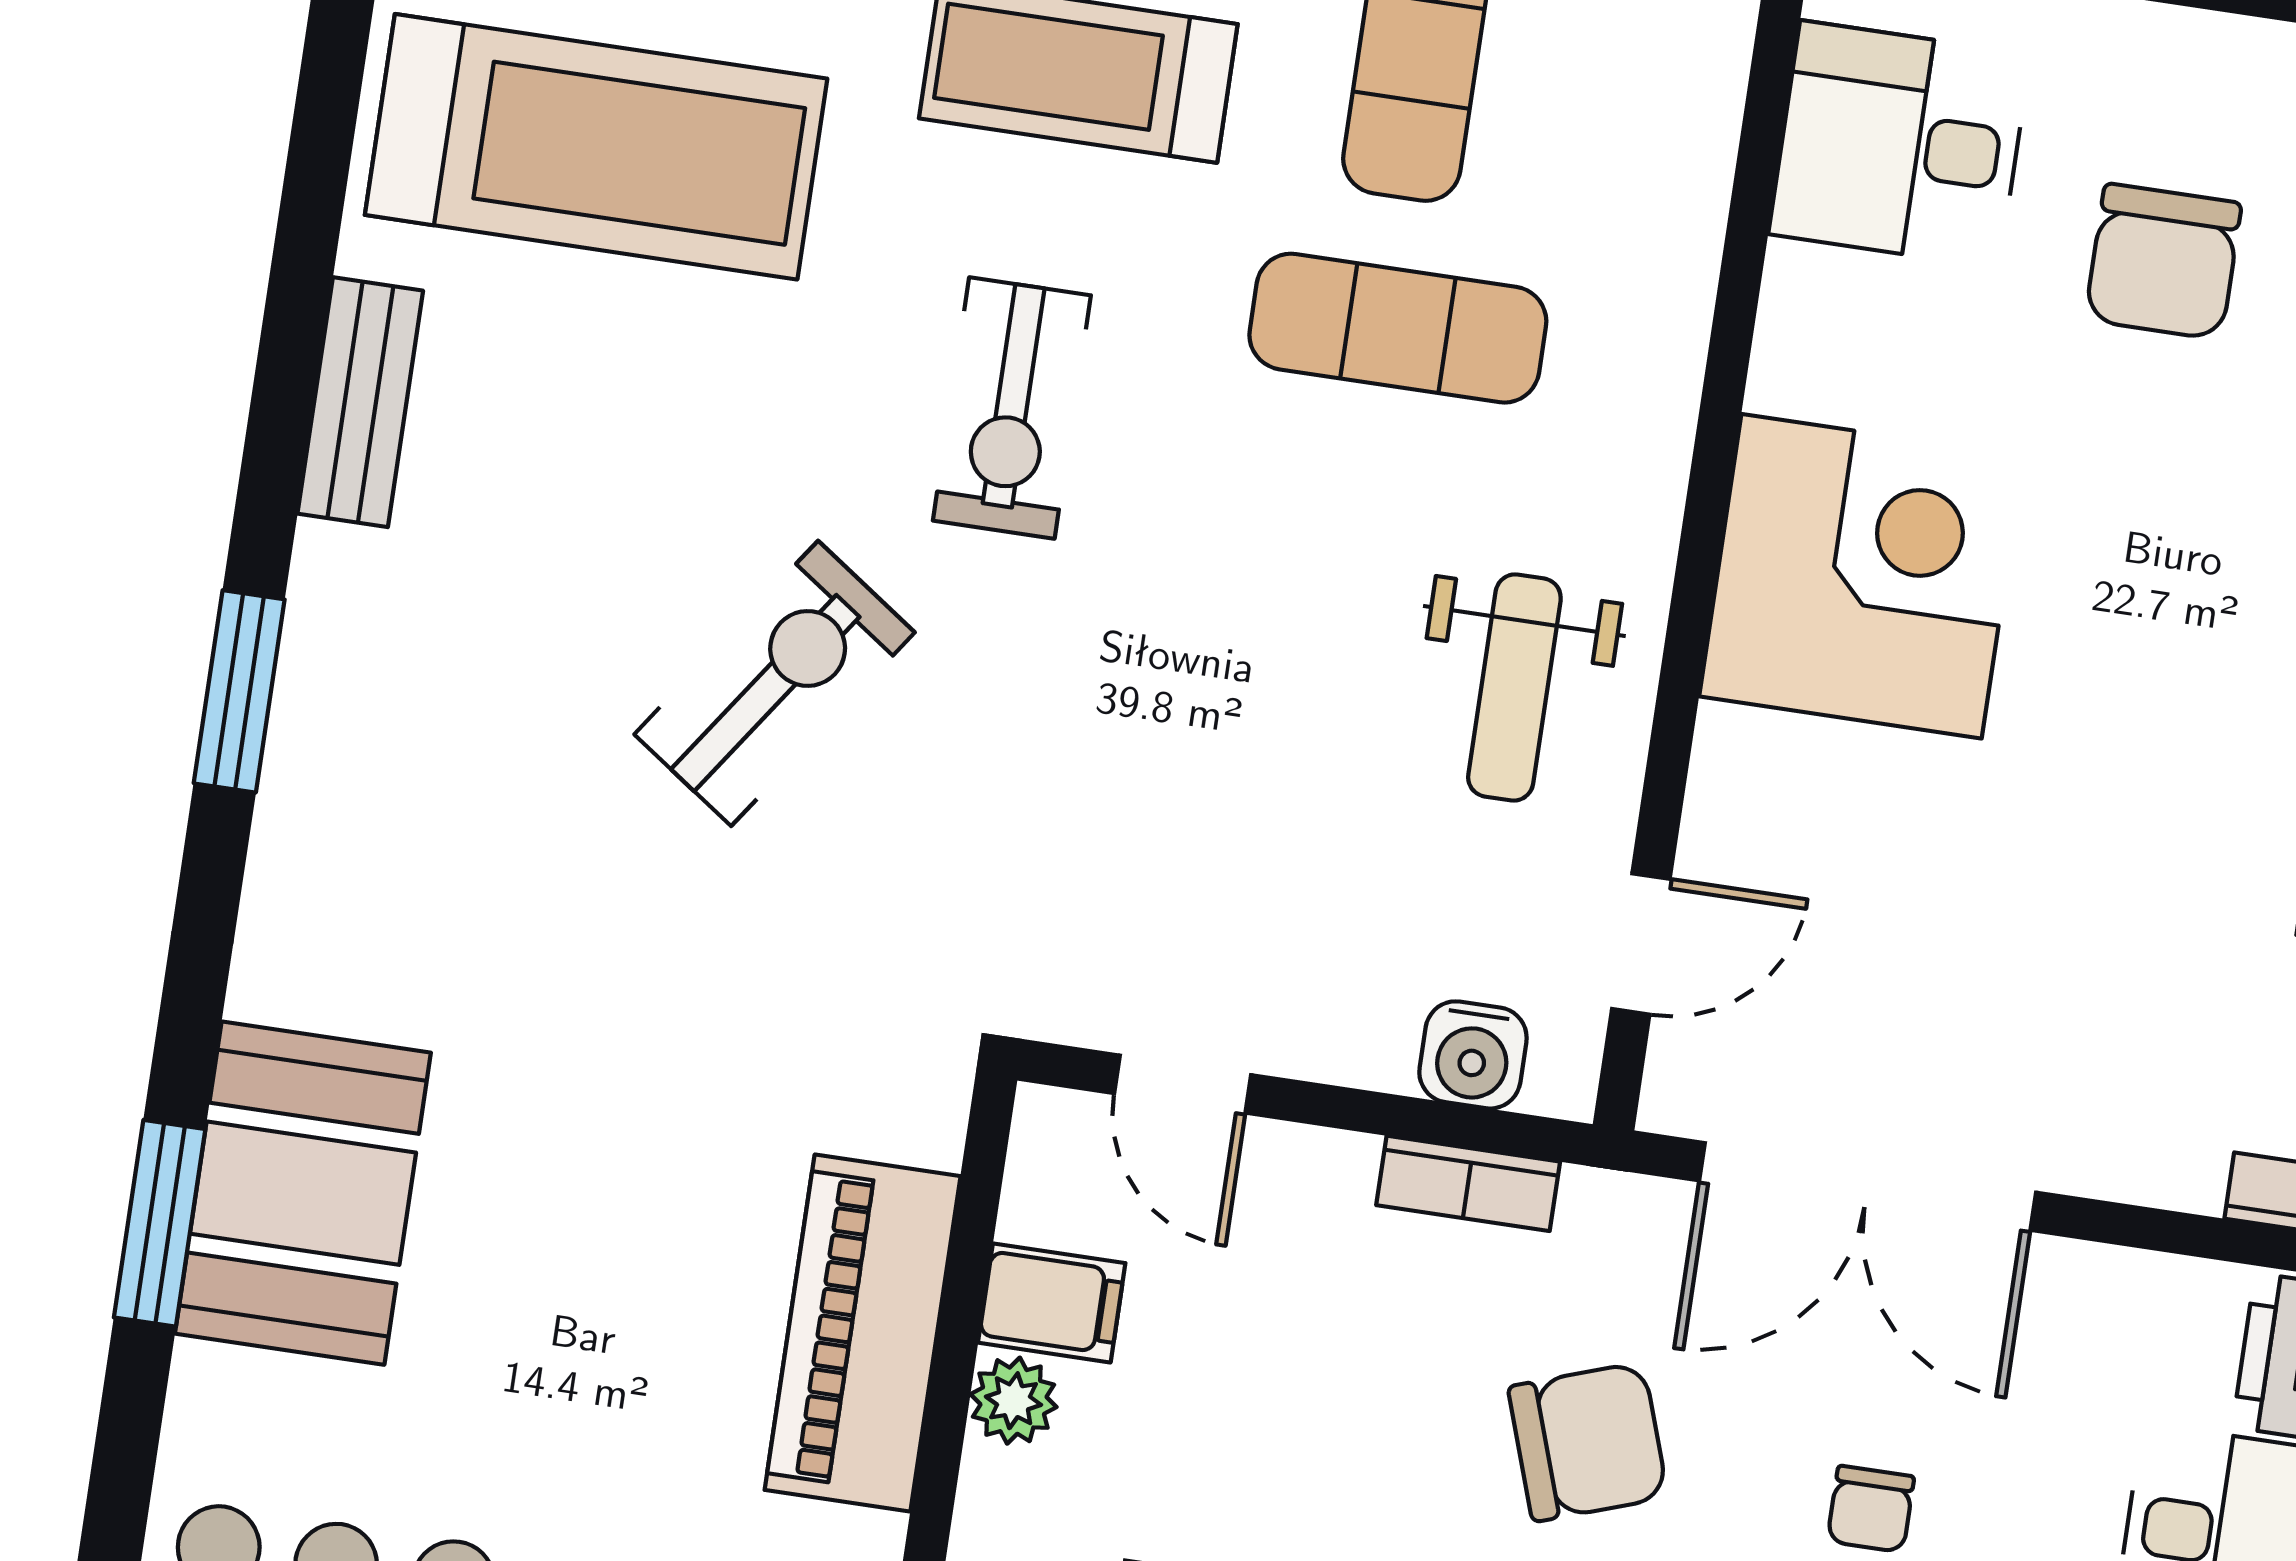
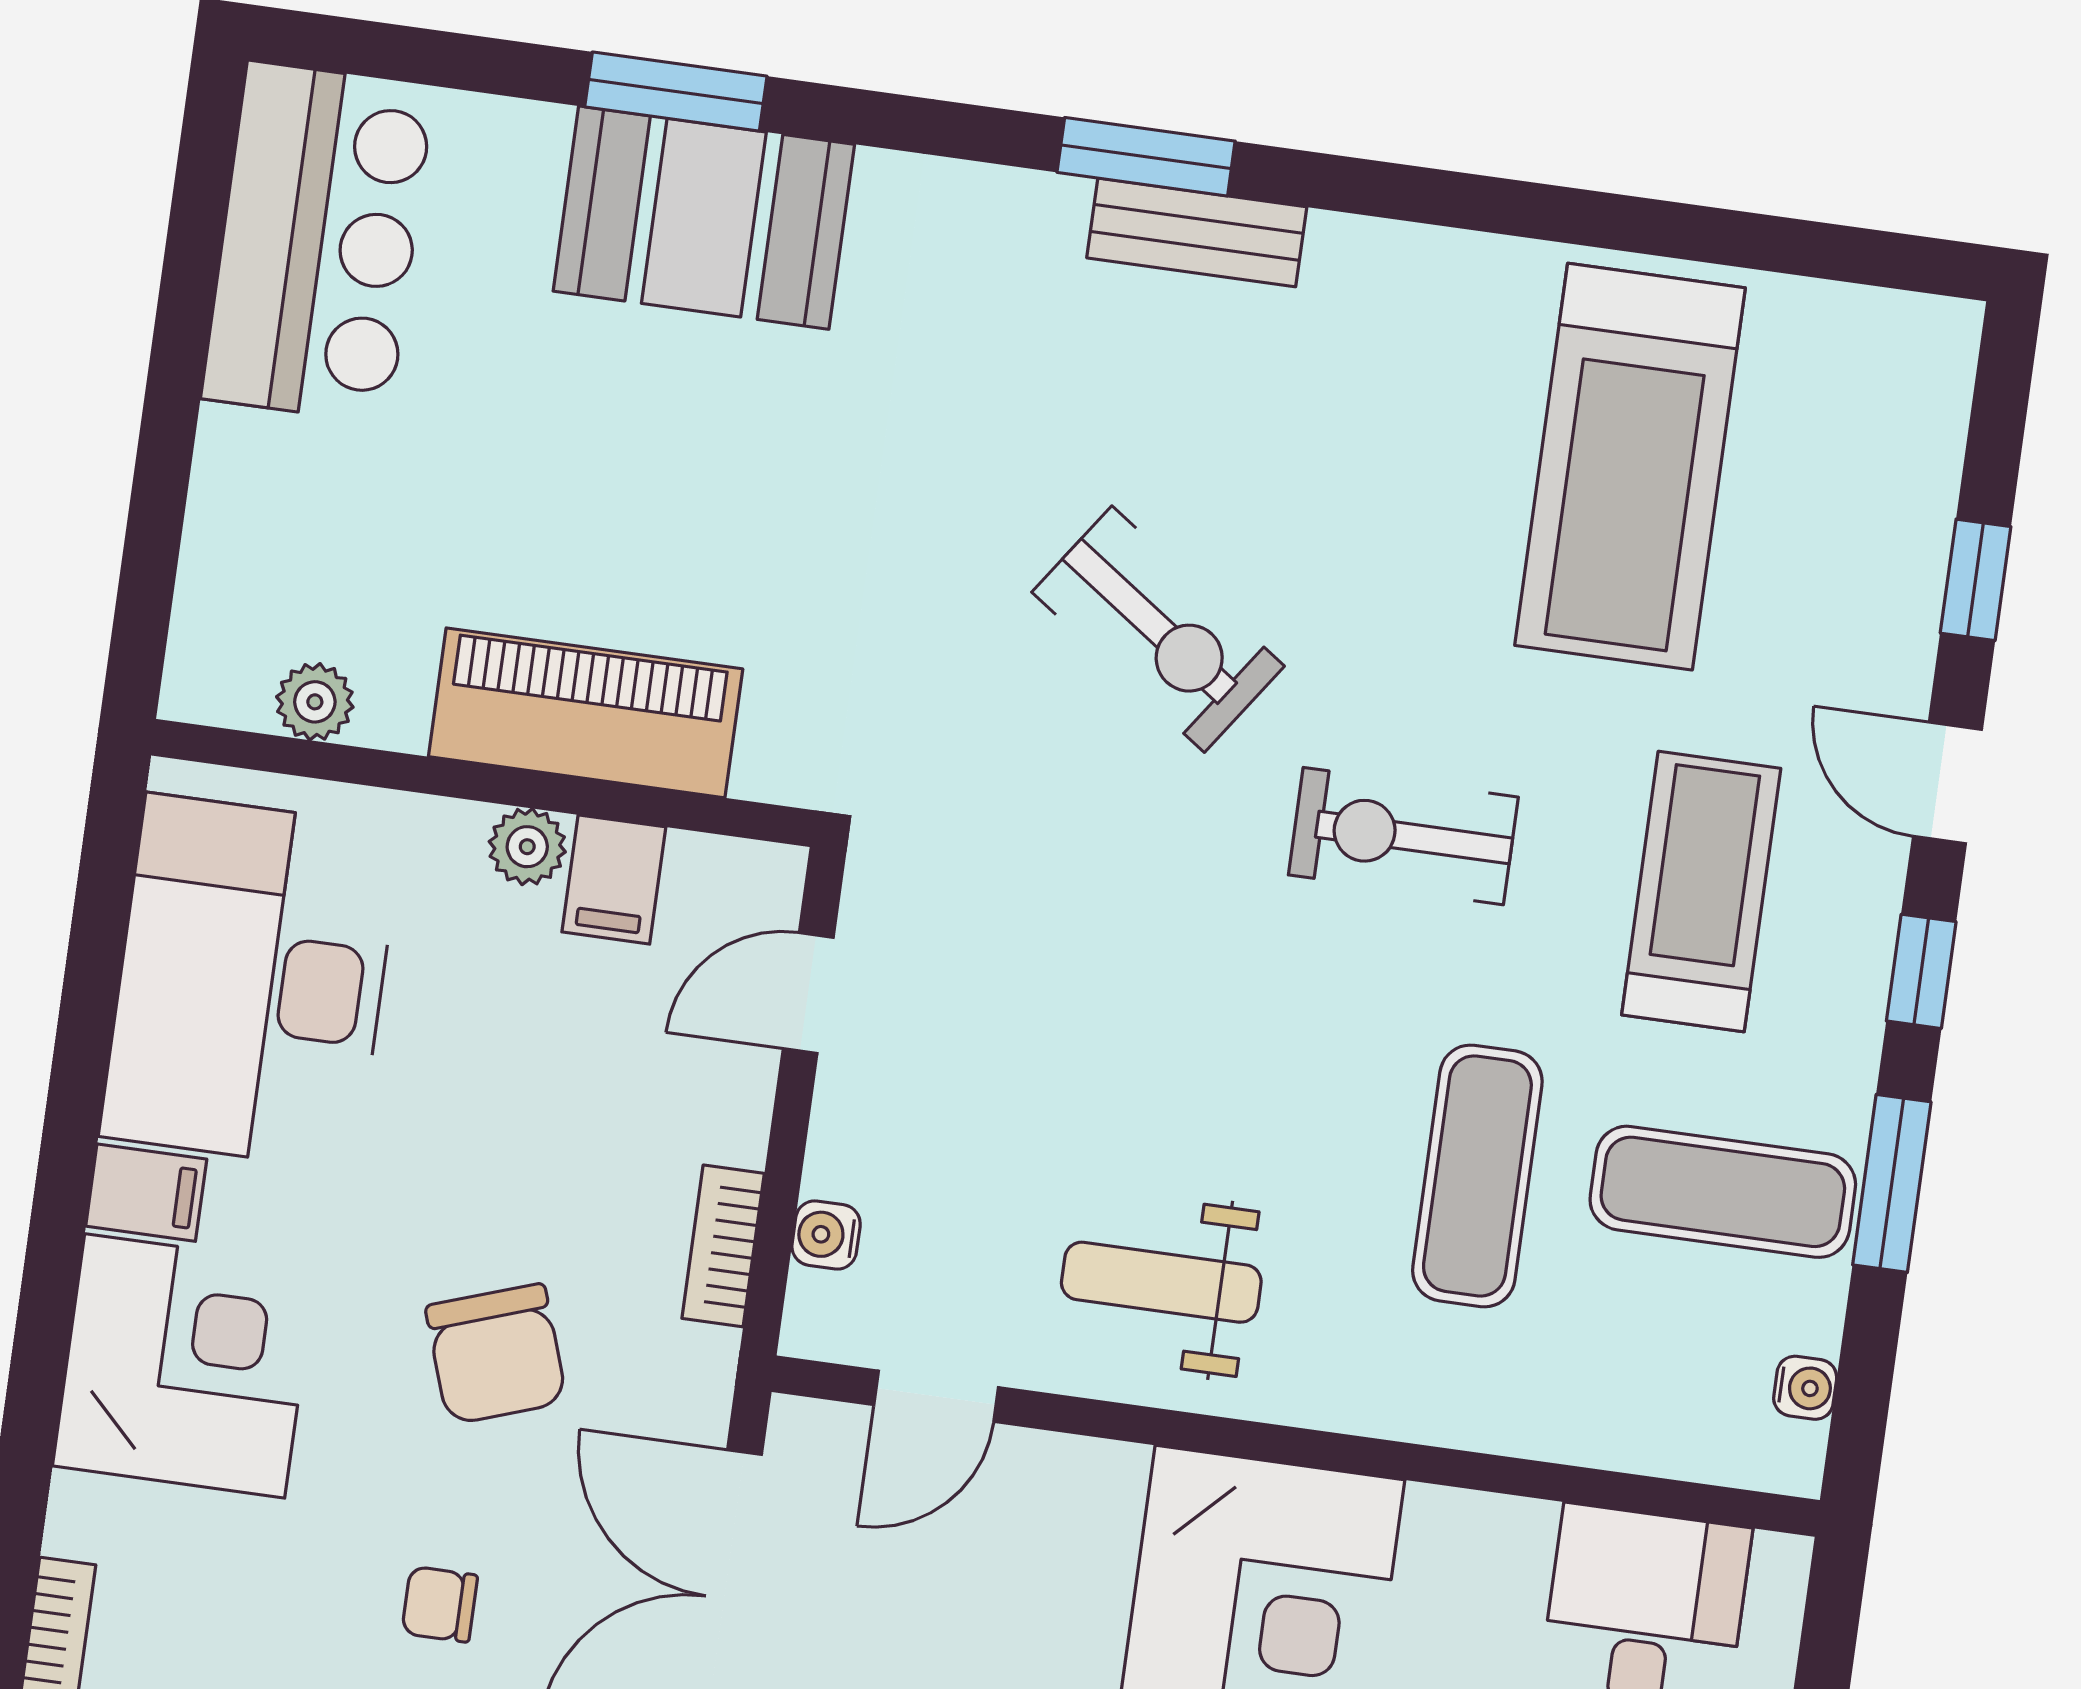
bench: (360, 402) -> (1197, 232), moved
door: (1641, 944) -> (936, 1396), hinge flipped
water cooler: (1473, 1055) -> (826, 1235), width x0.72, depth x0.72

